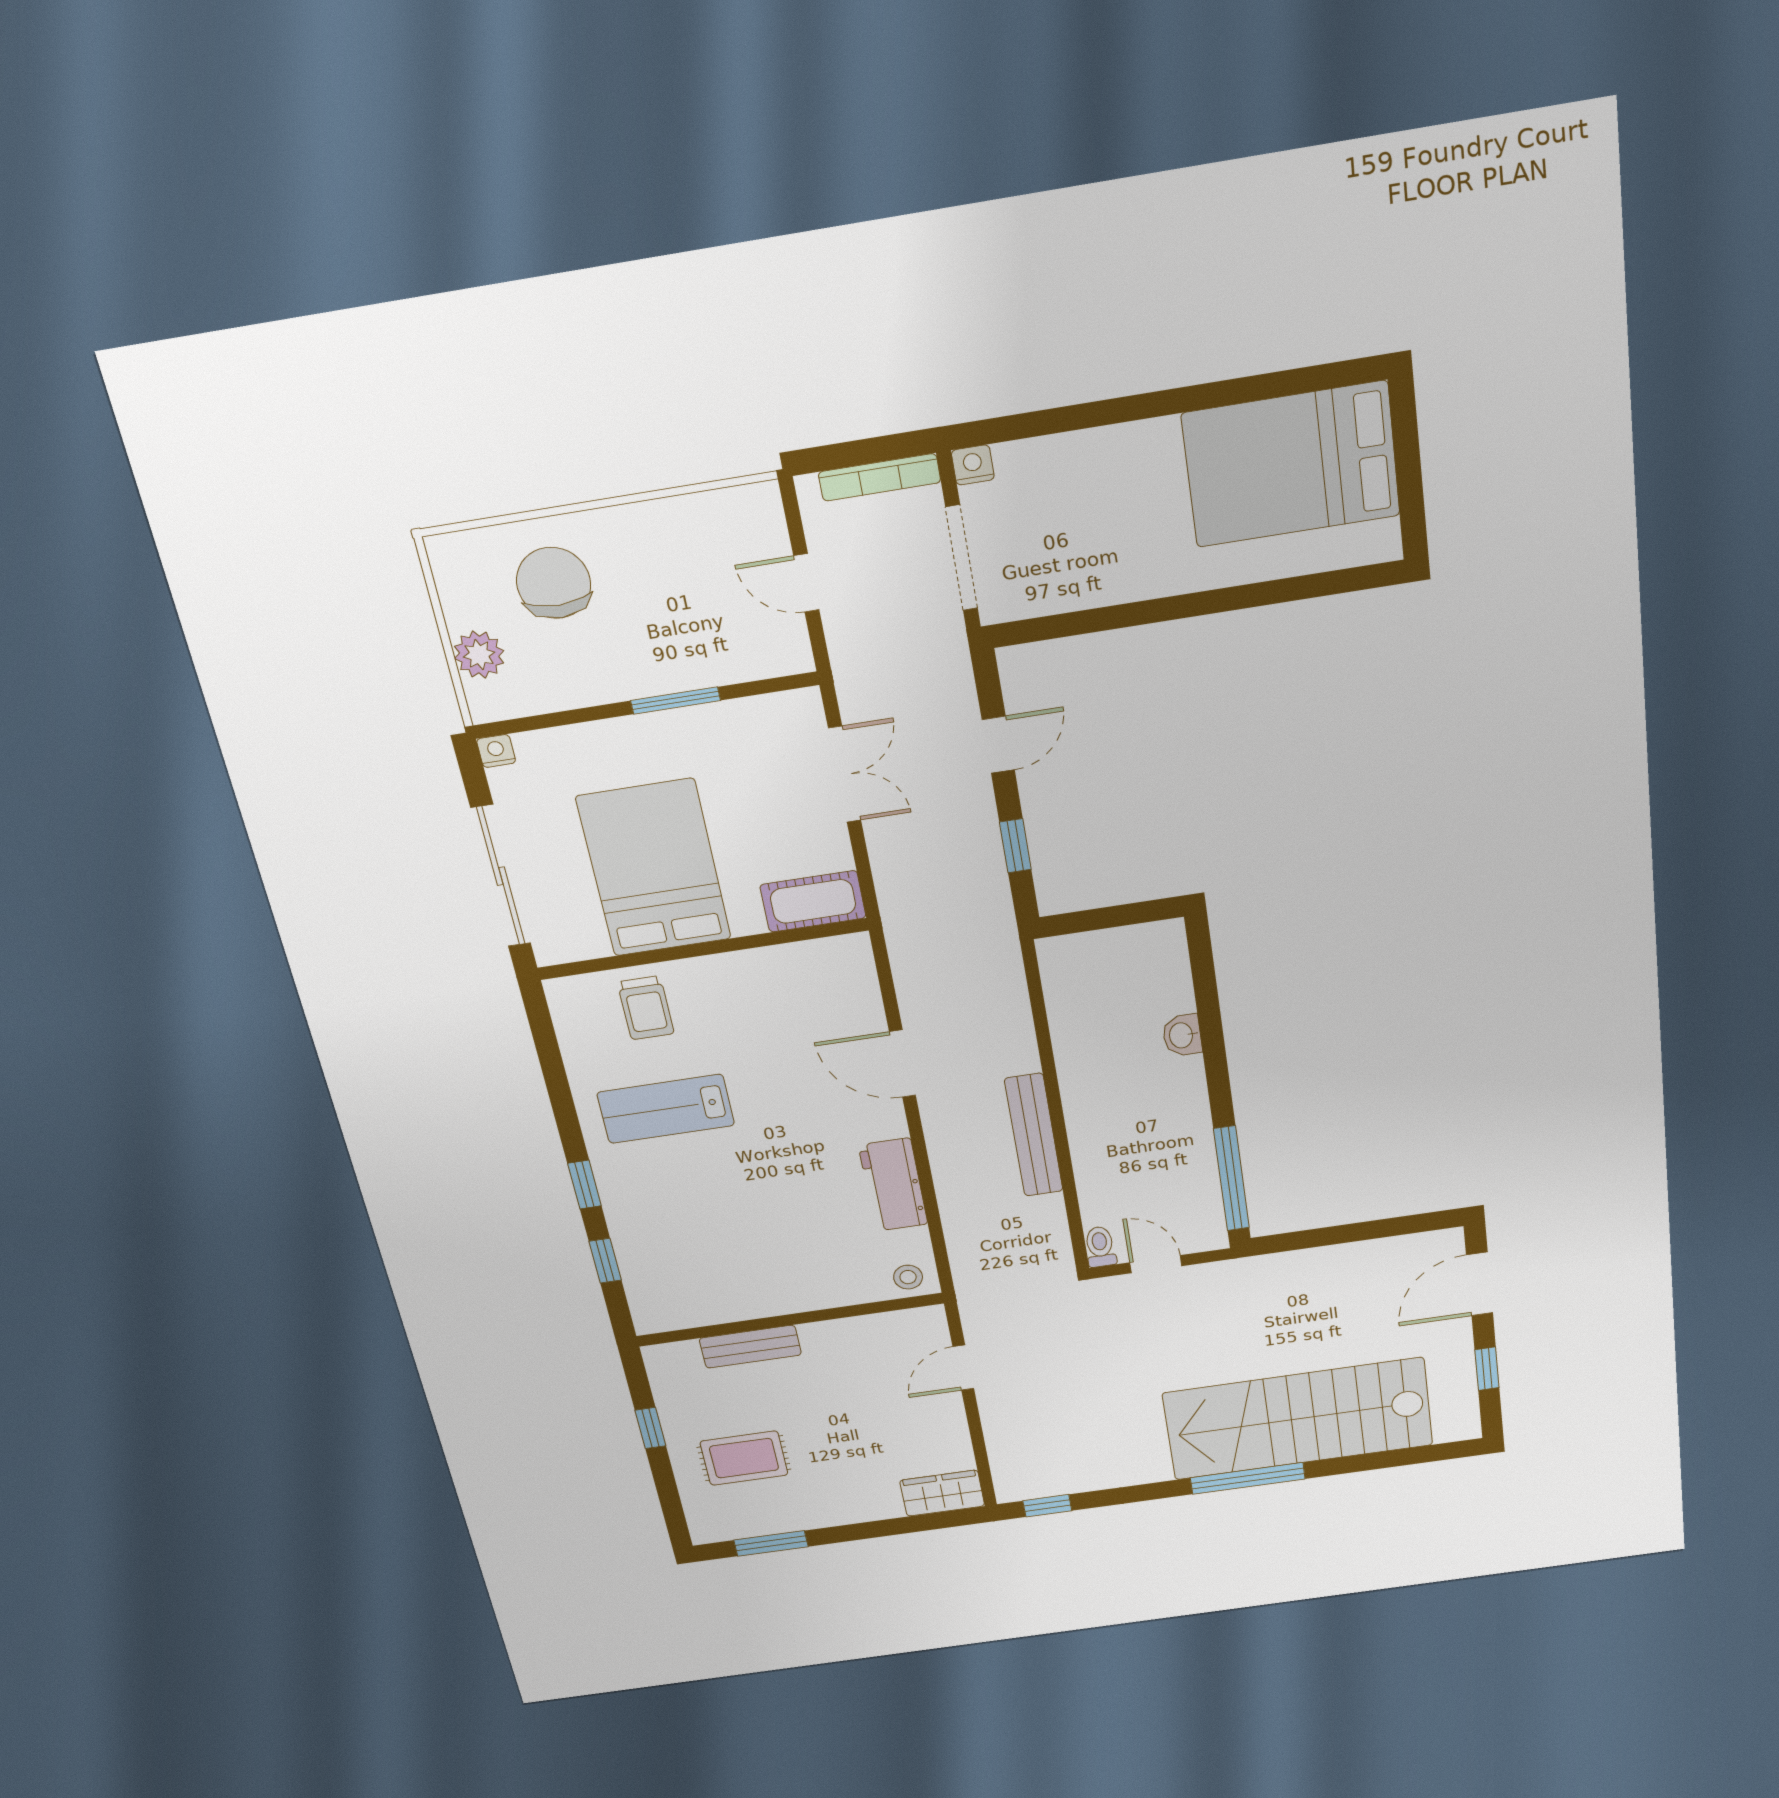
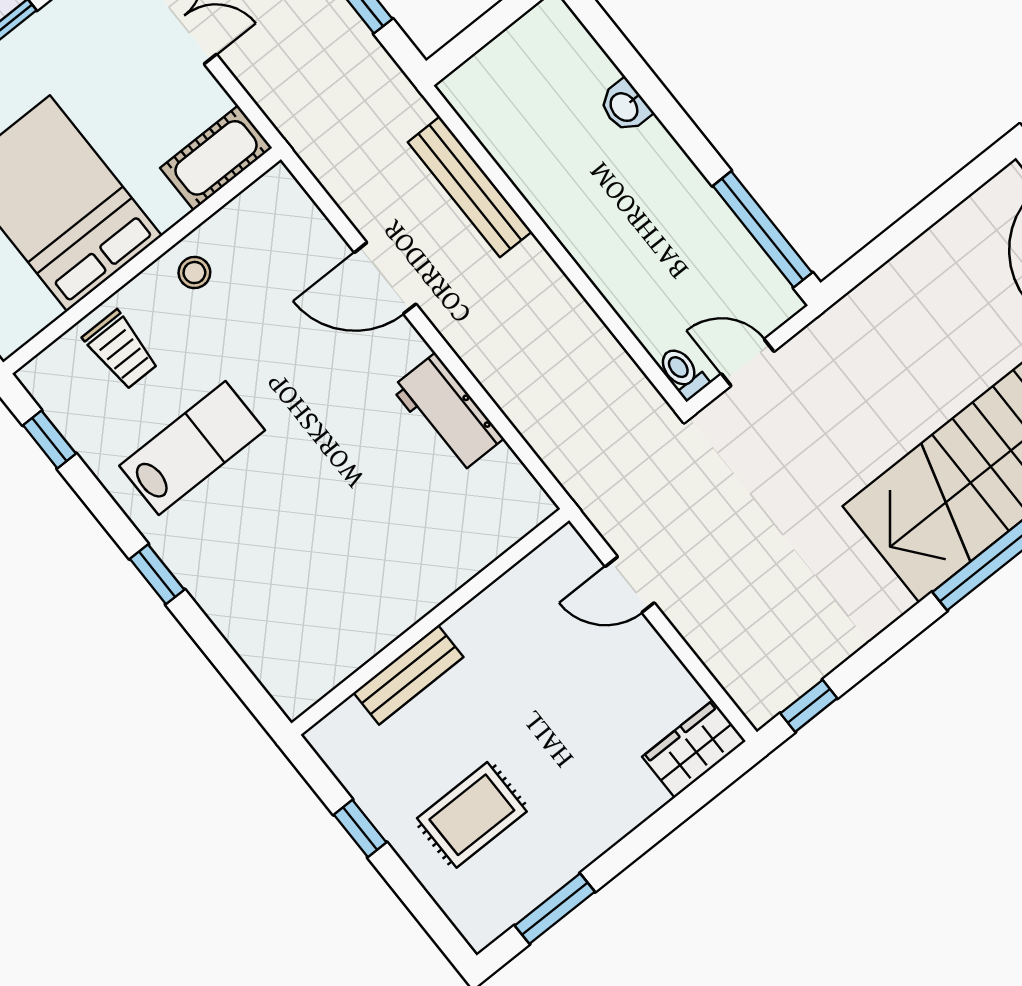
lab bench: (666, 1109) -> (192, 448), turned 180
bench: (1034, 1135) -> (470, 187), moved
window: (605, 1261) -> (49, 439), moved
stool: (908, 1277) -> (194, 273), moved
door: (963, 1368) -> (630, 585), hinge flipped

